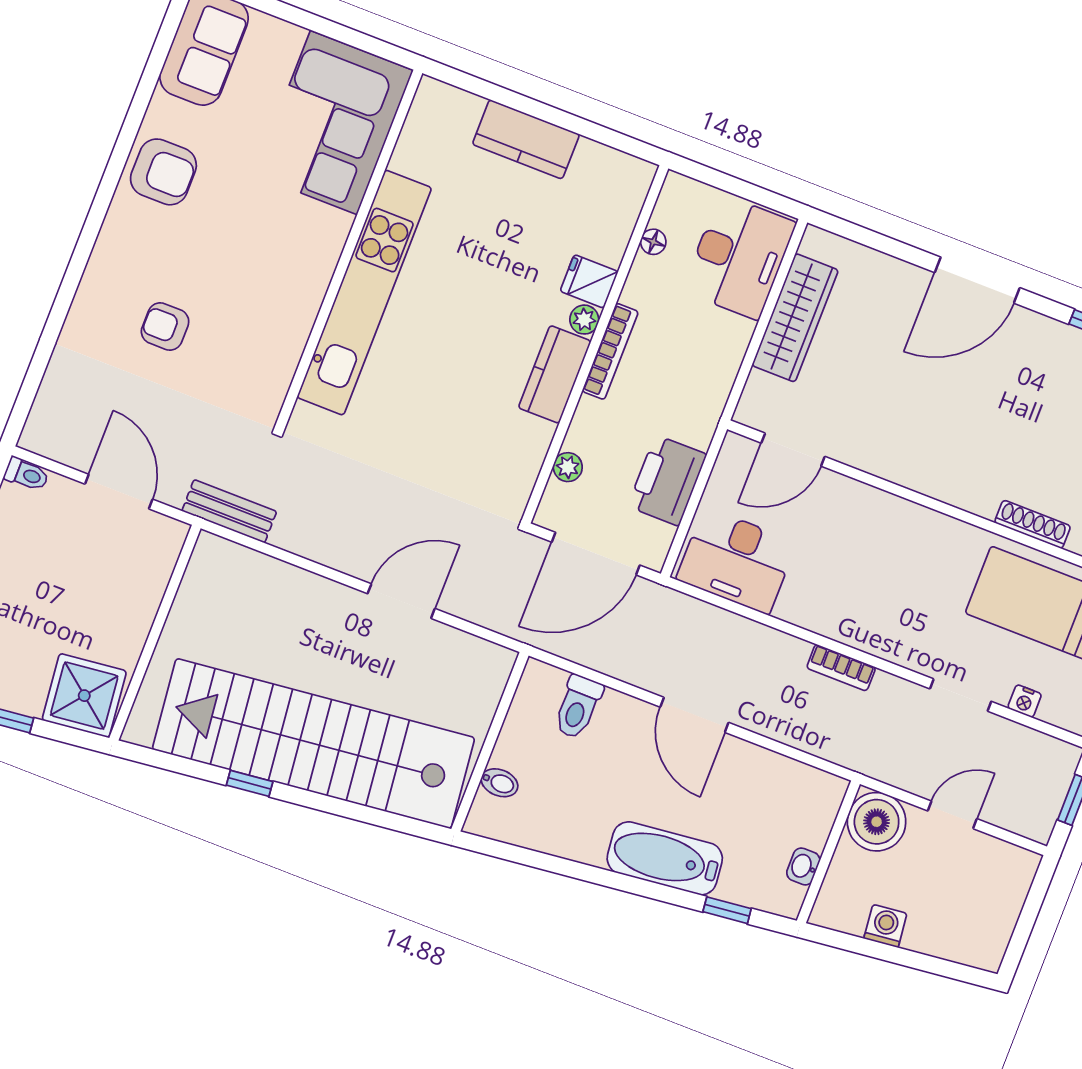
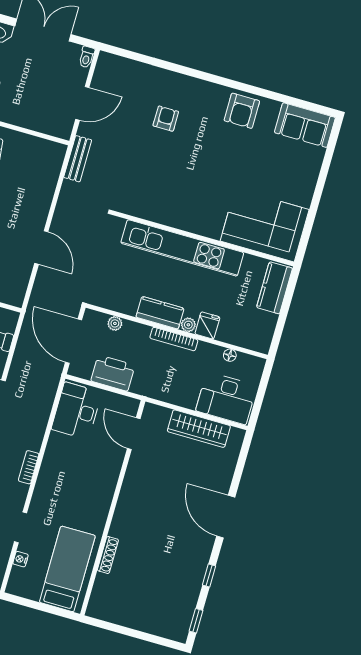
corner sofa: (334, 123) -> (265, 225), moved
wall: (349, 249) -> (203, 238), moved
kitchen unit: (364, 293) -> (182, 248), moved

